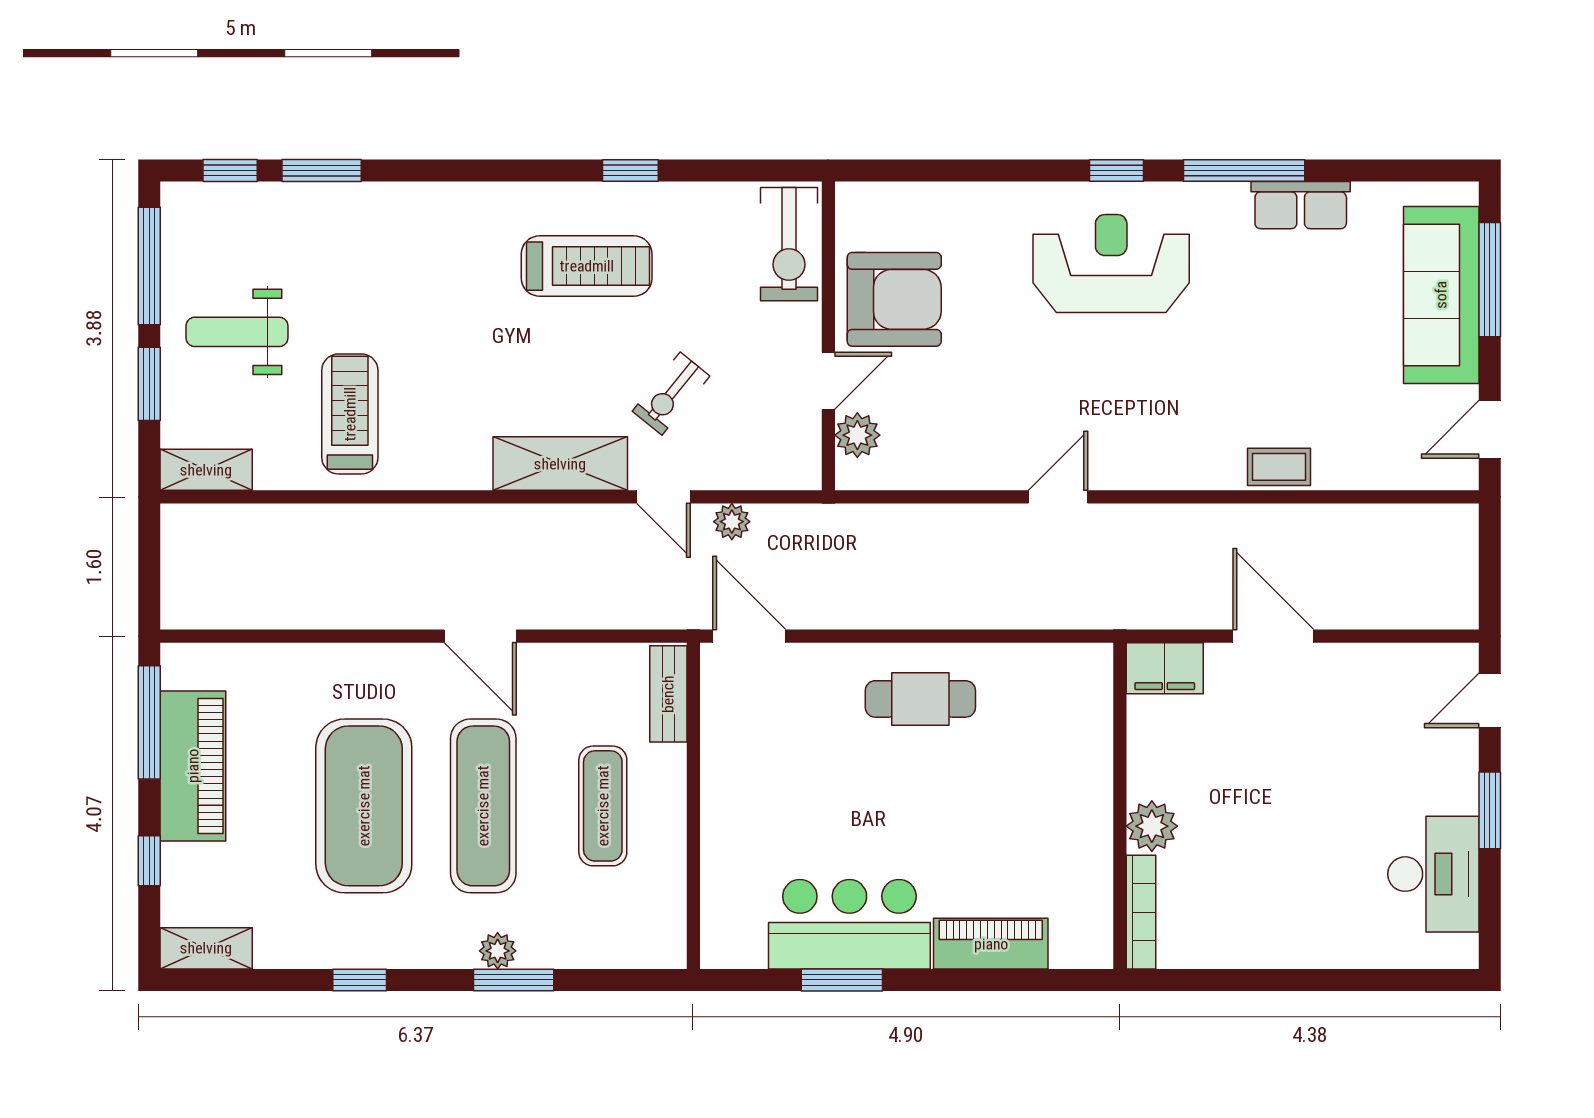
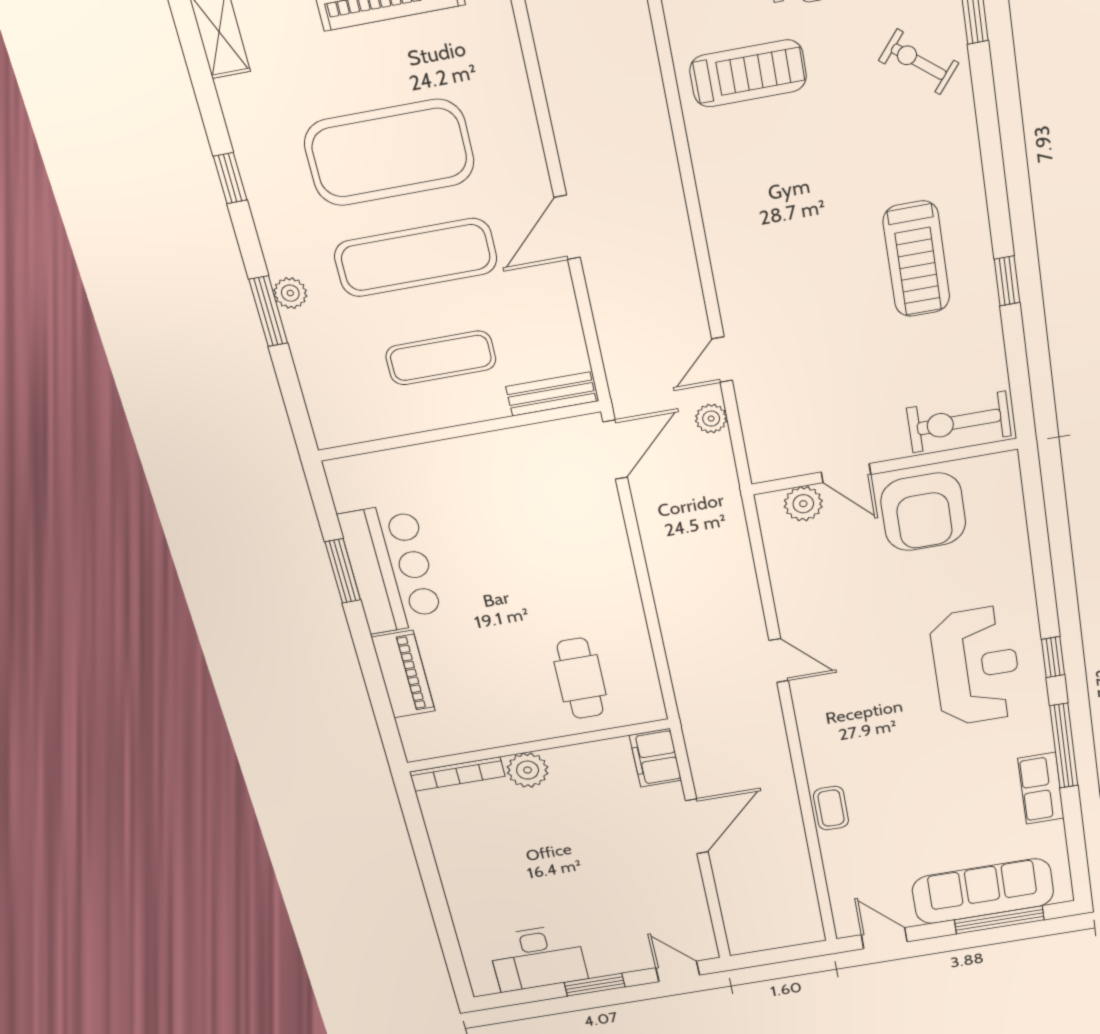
exercise bike: (671, 394) -> (919, 62), moved
shelving: (560, 464) -> (736, 268), removed
cafe table: (920, 699) -> (580, 678), moved

